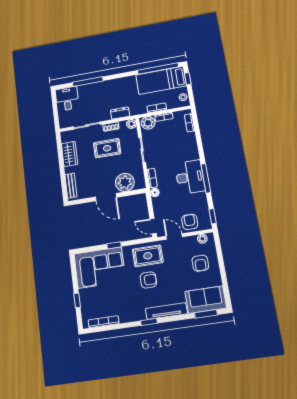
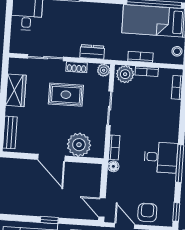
desk: (190, 177) -> (161, 157), width x0.73

